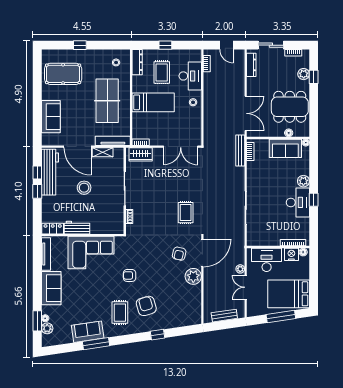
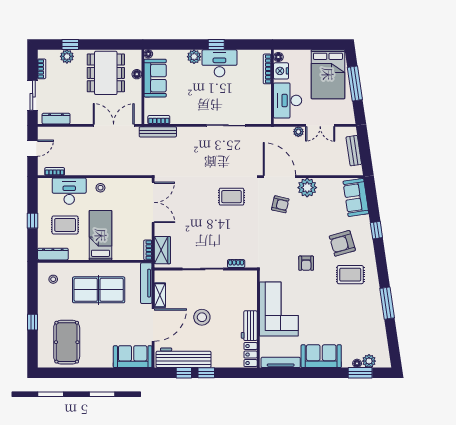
sofa: (51, 117) -> (133, 357), moved
sofa: (88, 332) -> (356, 197), moved

